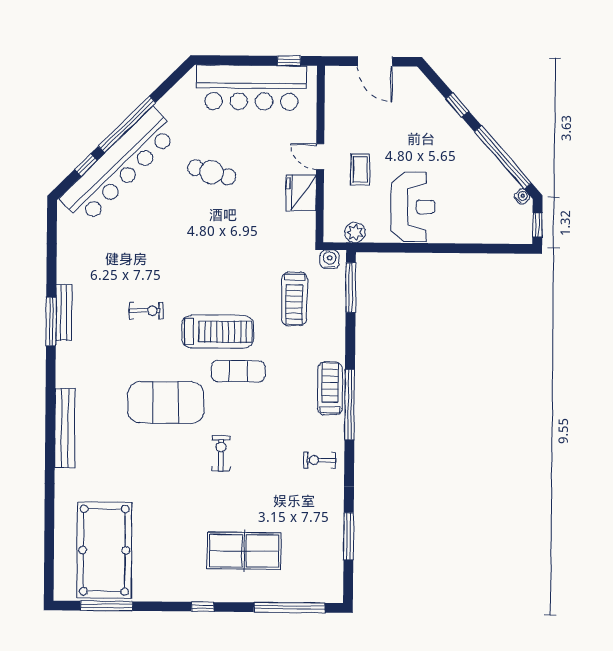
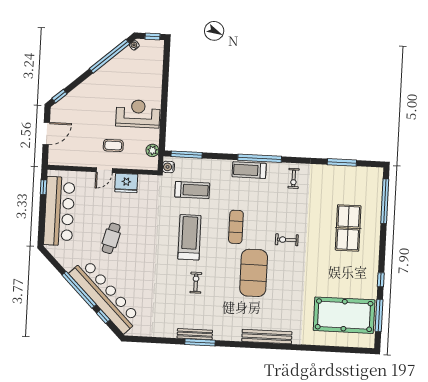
window: (457, 105) -> (59, 96), moved
treadmill: (218, 332) -> (189, 237), moved
window: (203, 607) -> (381, 280), moved

